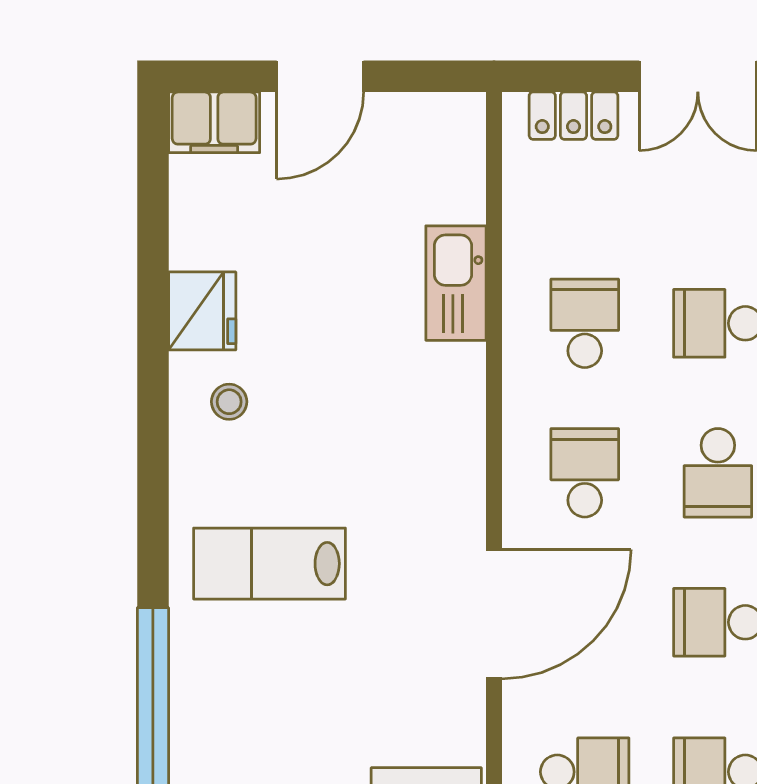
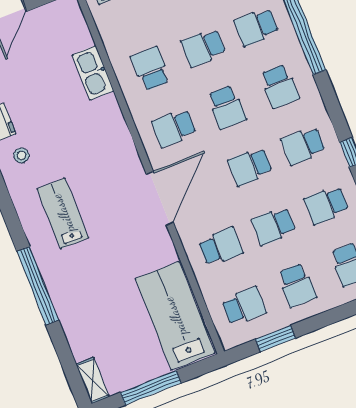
school desk: (585, 473) -> (174, 128), turned -90
lab bench: (269, 564) -> (63, 213), turned 90

